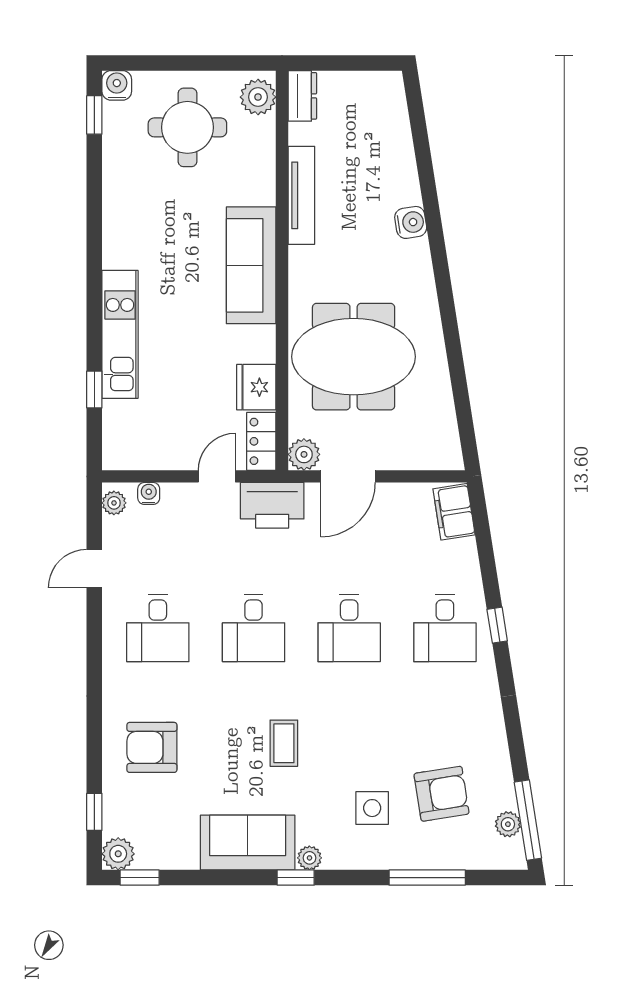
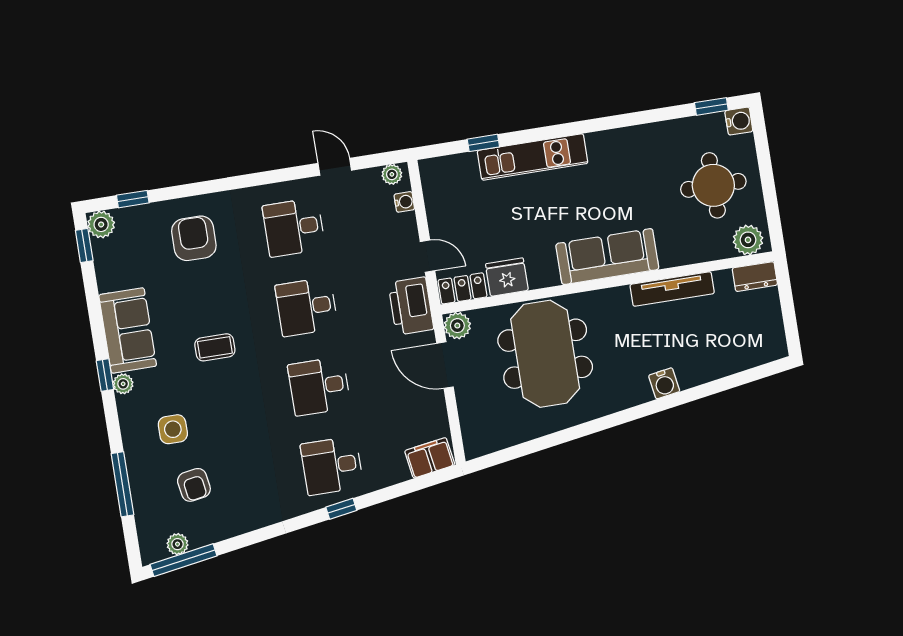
armchair: (442, 794) -> (194, 485), width x0.72, depth x0.72

